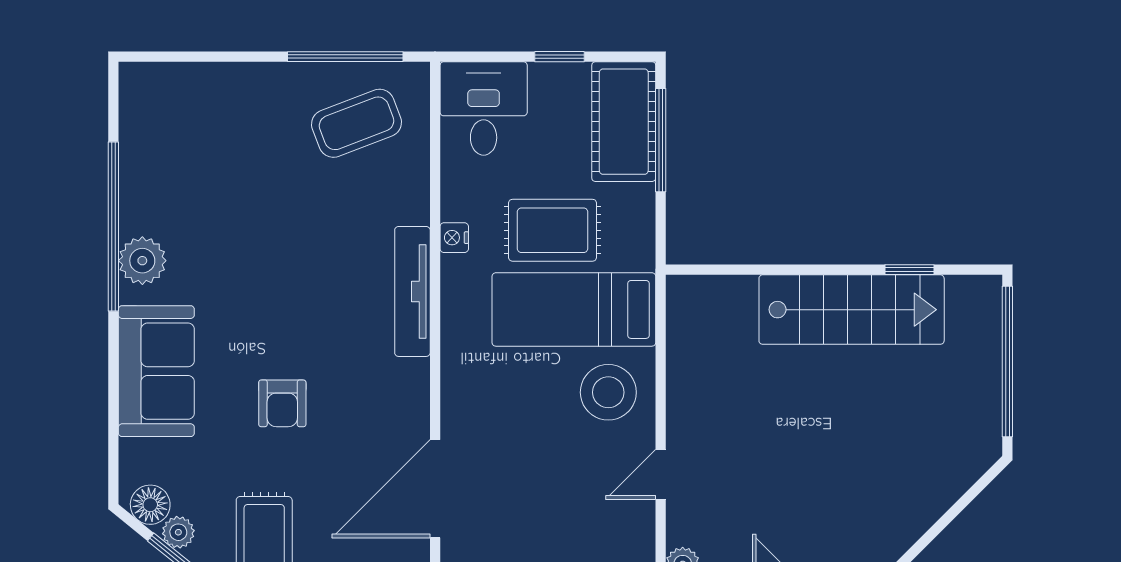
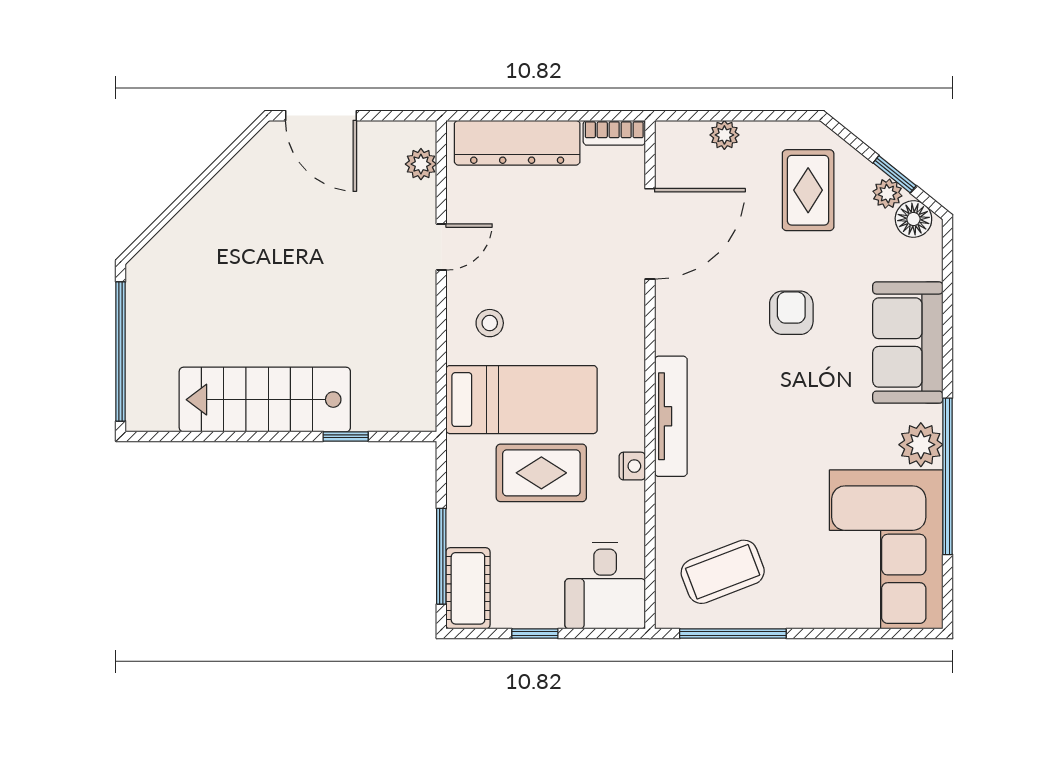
cot: (624, 122) -> (468, 588), width x0.73, depth x0.75
corner sofa: (180, 147) -> (886, 549), added
window: (909, 270) -> (346, 436), moved
stool: (608, 392) -> (490, 323), width x0.53, depth x0.53

